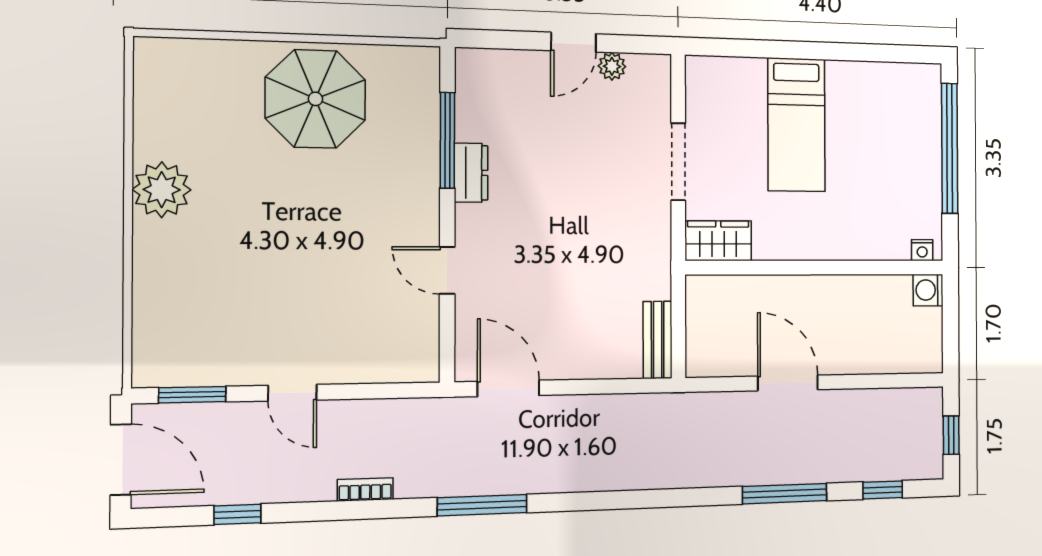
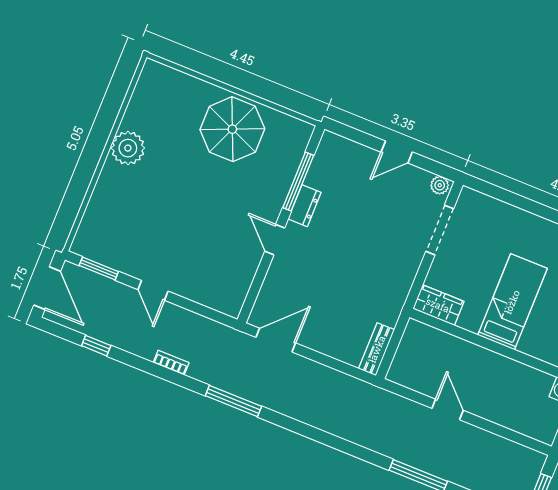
plant: (612, 66) -> (440, 185), moved
bed: (796, 125) -> (512, 302), moved, turned 180
doorway: (678, 162) -> (440, 230), moved
door: (447, 270) -> (275, 240), moved
door: (788, 383) -> (448, 409), width x0.73
door: (508, 388) -> (276, 340), hinge flipped

